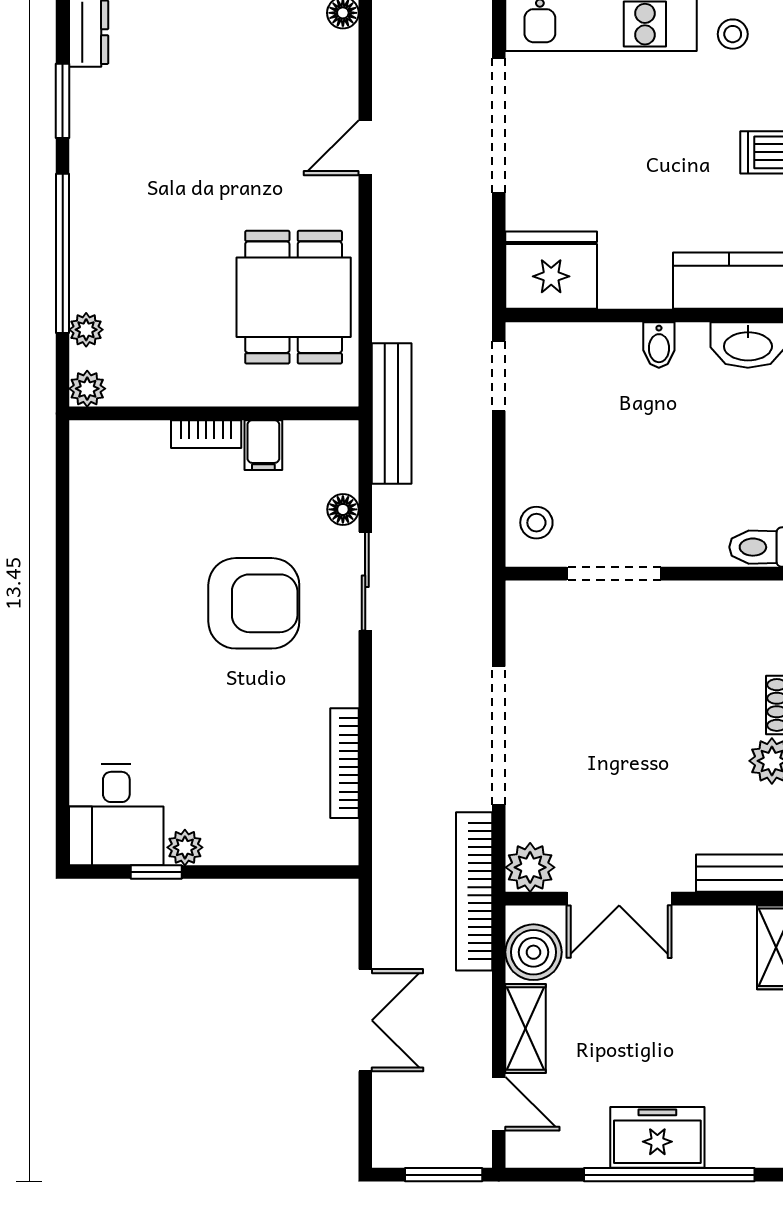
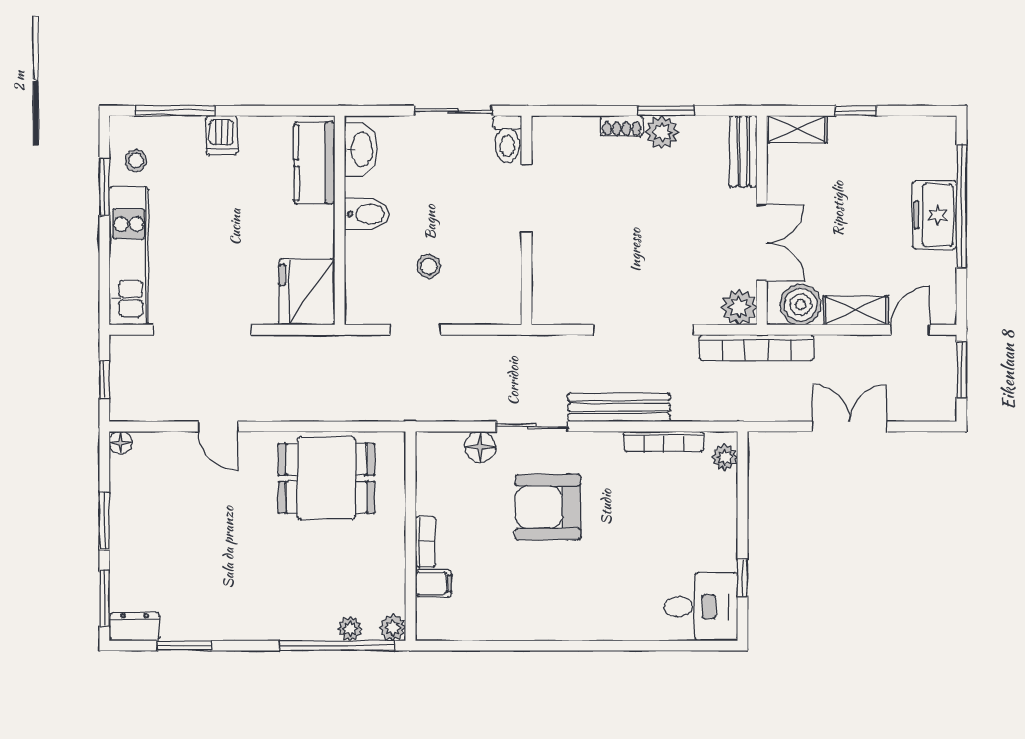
window: (63, 253) -> (337, 646), moved
bidet: (659, 345) -> (367, 214), width x1.38, depth x1.36
doorway: (499, 376) -> (415, 330), moved
bench: (392, 413) -> (619, 407), moved
filing cabinet: (263, 445) -> (433, 583), moved
floor lamp: (343, 509) -> (480, 447), width x1.37, depth x1.37
stool: (536, 523) -> (429, 266), moved
doorway: (614, 574) -> (527, 198), moved
armchair: (254, 603) -> (548, 507), turned -90
plant: (185, 847) -> (725, 457), moved

